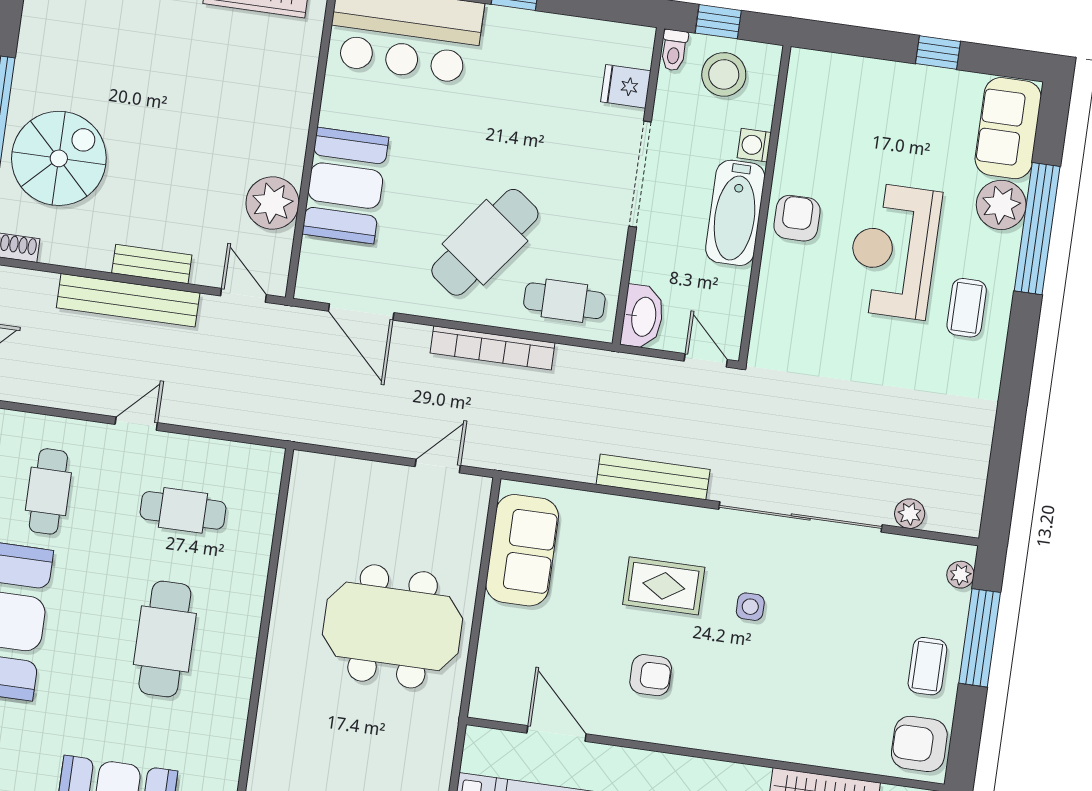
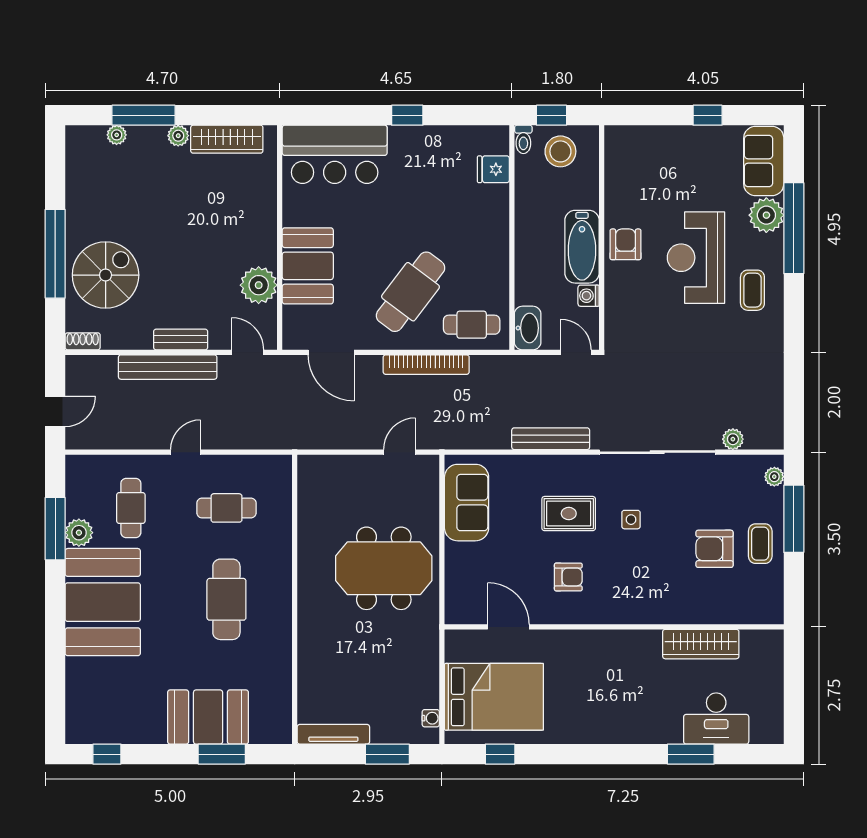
washing machine: (754, 145) -> (589, 296), moved
doorway: (640, 174) -> (512, 229), removed
armchair: (919, 744) -> (715, 549), moved

